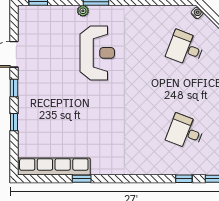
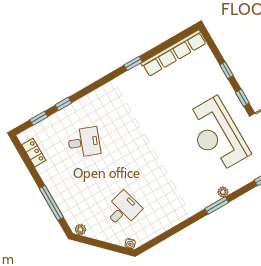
desk: (185, 48) -> (123, 210), turned -36
reception desk: (97, 53) -> (217, 135), moved, width x1.36, depth x1.30
window: (82, 179) -> (133, 63), moved

